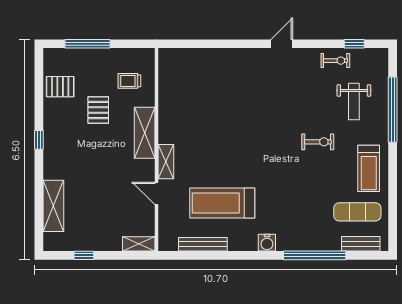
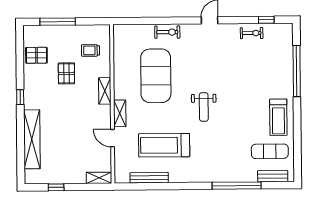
weight bench: (354, 101) -> (204, 107), moved
exercise mat: (212, 114) -> (156, 76), added
shelving: (145, 133) -> (105, 91), width x0.67, depth x0.75
exercise bike: (318, 142) -> (167, 32), moved
shelving: (53, 206) -> (32, 139), width x1.47
water cooler: (267, 243) -> (199, 176), removed

